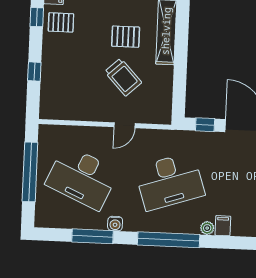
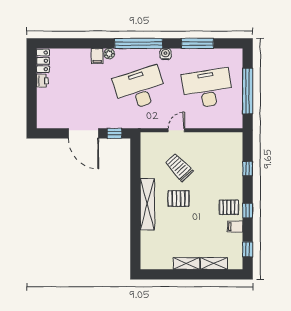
desk: (82, 178) -> (207, 88), turned -33
water cooler: (115, 224) -> (166, 54), moved

